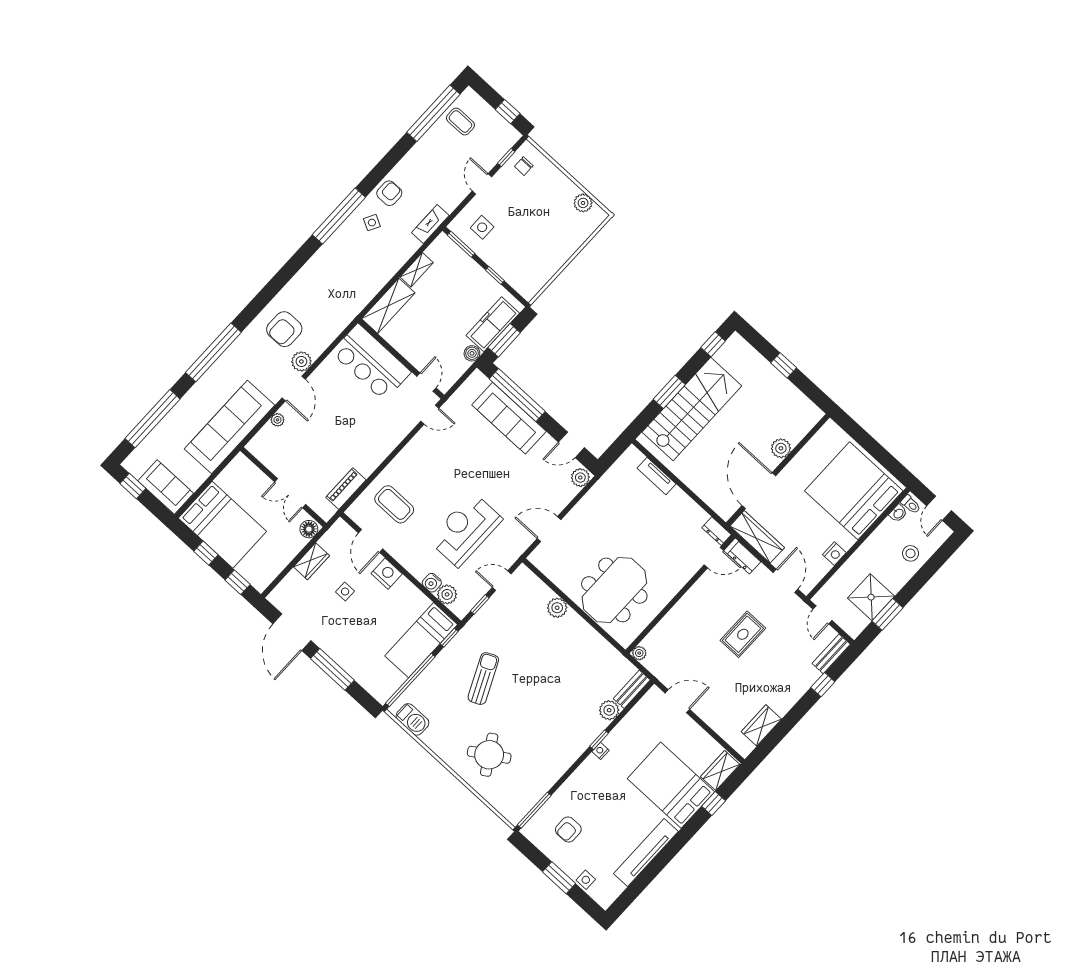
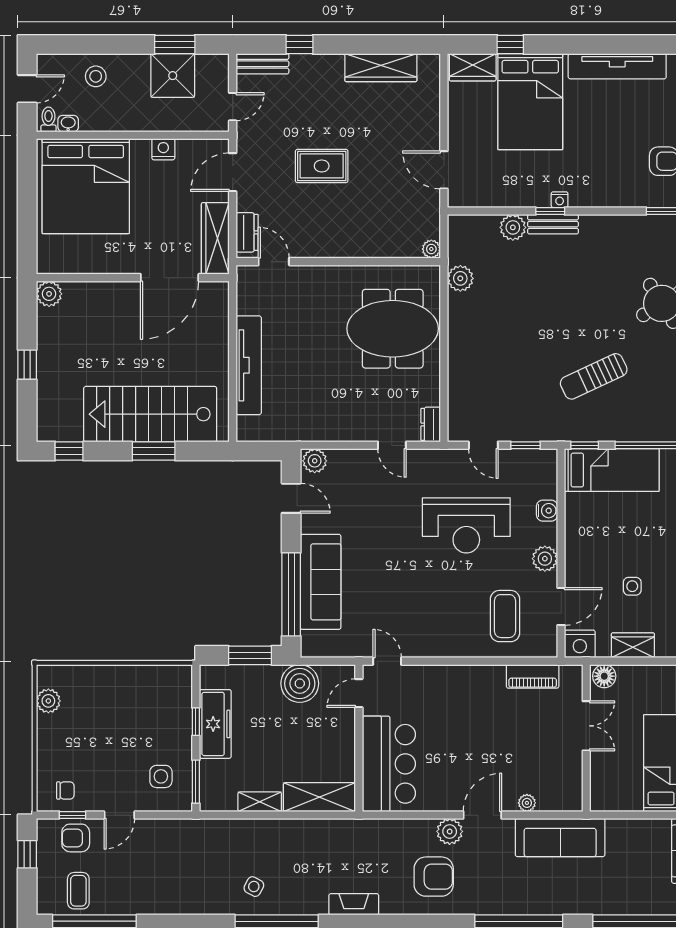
armchair: (389, 193) -> (76, 838), moved
fireplace: (430, 224) -> (354, 904), moved, turned 180
freezer: (493, 324) -> (215, 724), moved, turned -90
boiler: (472, 353) -> (300, 683), width x1.86, depth x1.86
sofa: (229, 427) -> (560, 838), width x0.74, depth x0.79
plant: (781, 448) -> (49, 294), moved
tv unit: (657, 476) -> (249, 365), width x1.92, depth x1.29
door: (549, 529) -> (392, 445), width x0.73
dresser: (717, 531) -> (431, 424), moved, turned 180
nightstand: (387, 574) -> (580, 644), moved, turned -90
plant: (447, 594) -> (545, 559), moved
plant: (557, 608) -> (460, 278), moved
bench: (632, 689) -> (553, 224), moved
wardrobe: (761, 725) -> (381, 68), width x1.50

